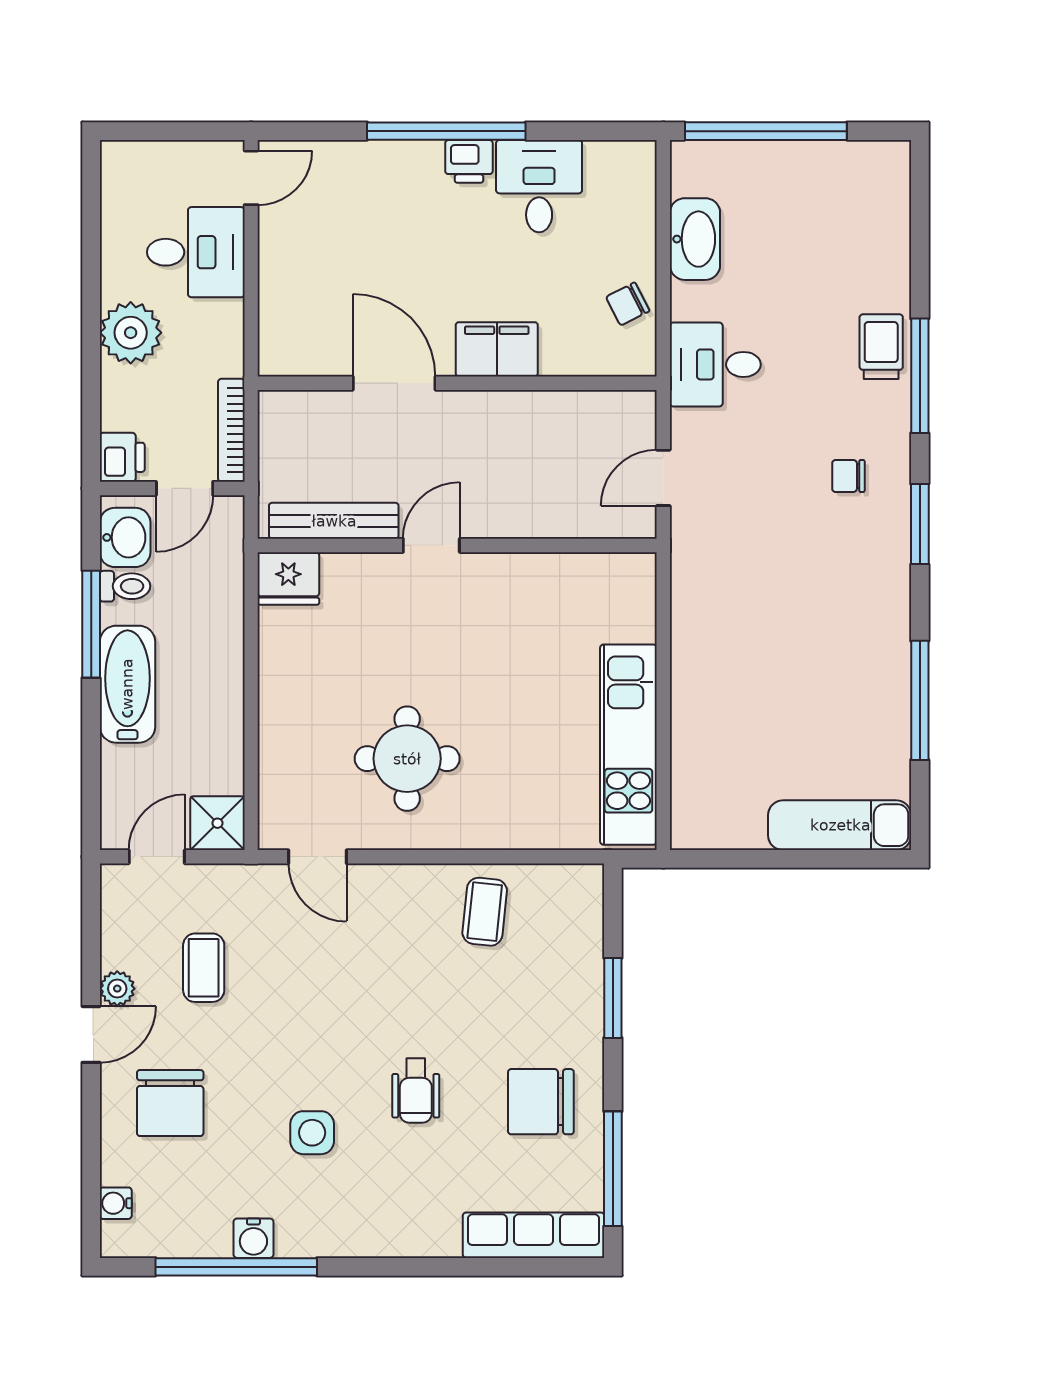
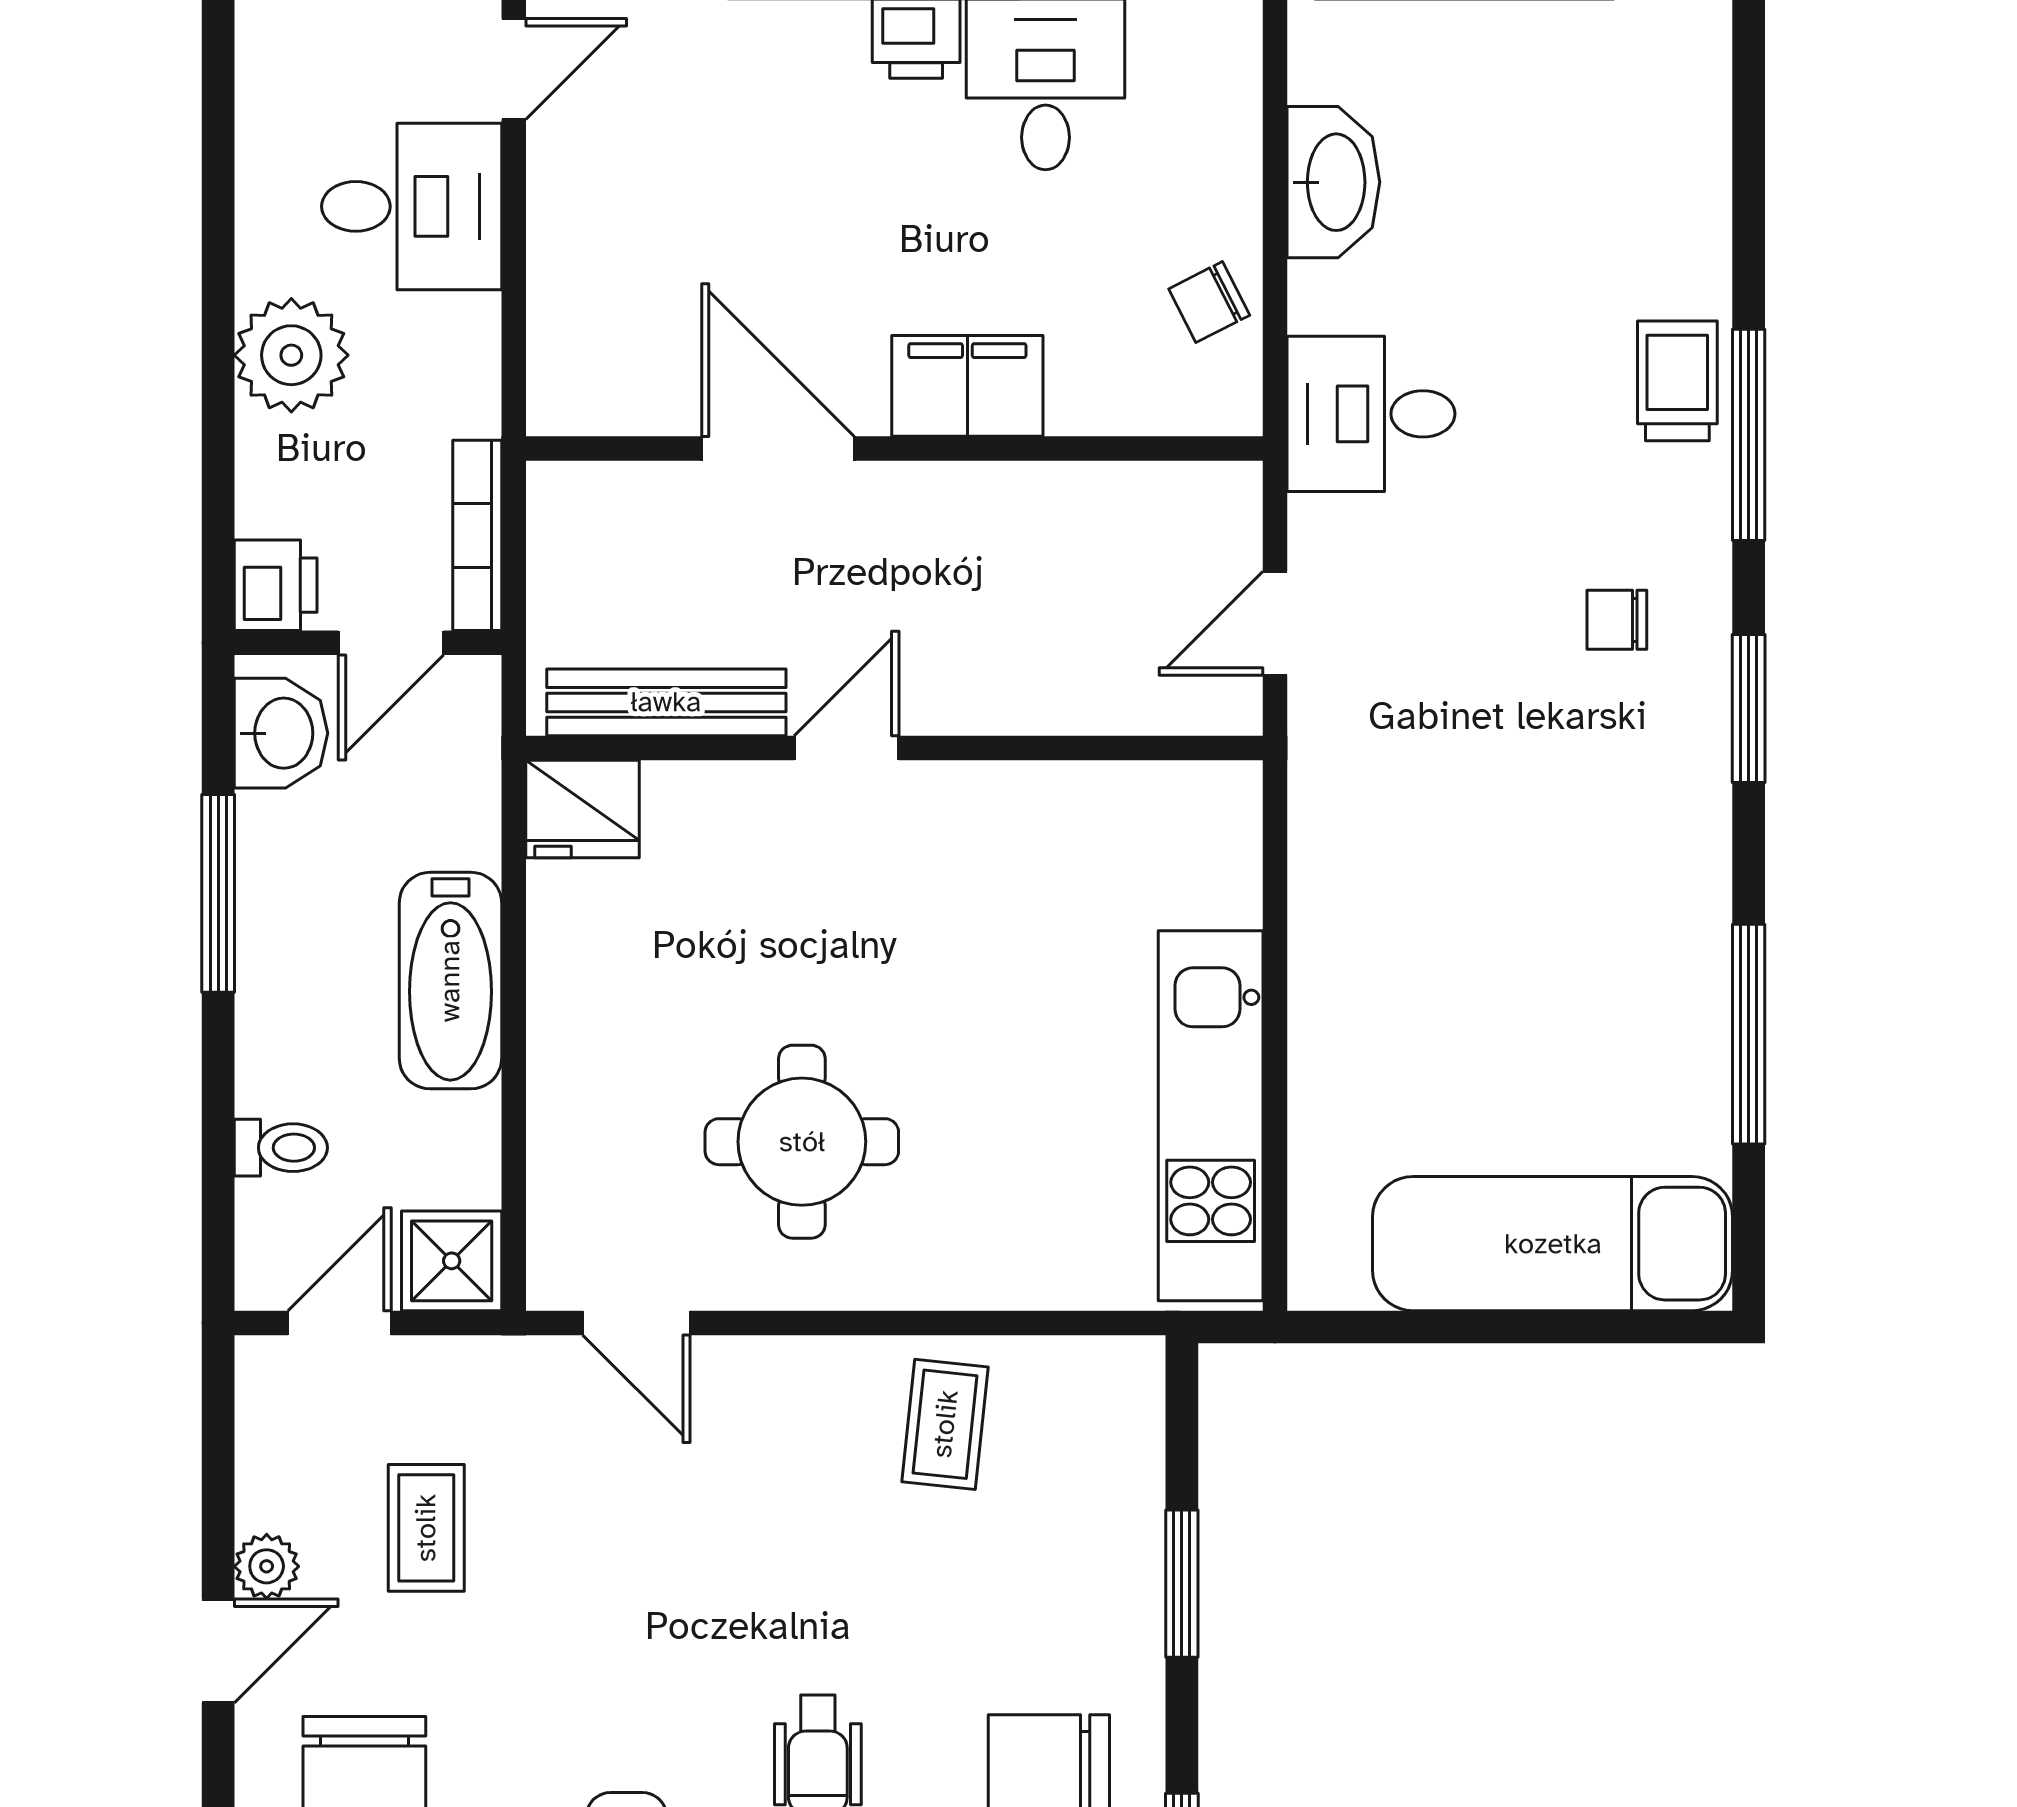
toilet: (125, 586) -> (281, 1148), moved
bathtub: (127, 684) -> (450, 981), moved, turned 180
exam couch: (840, 825) -> (1553, 1244), width x1.36, depth x1.45

